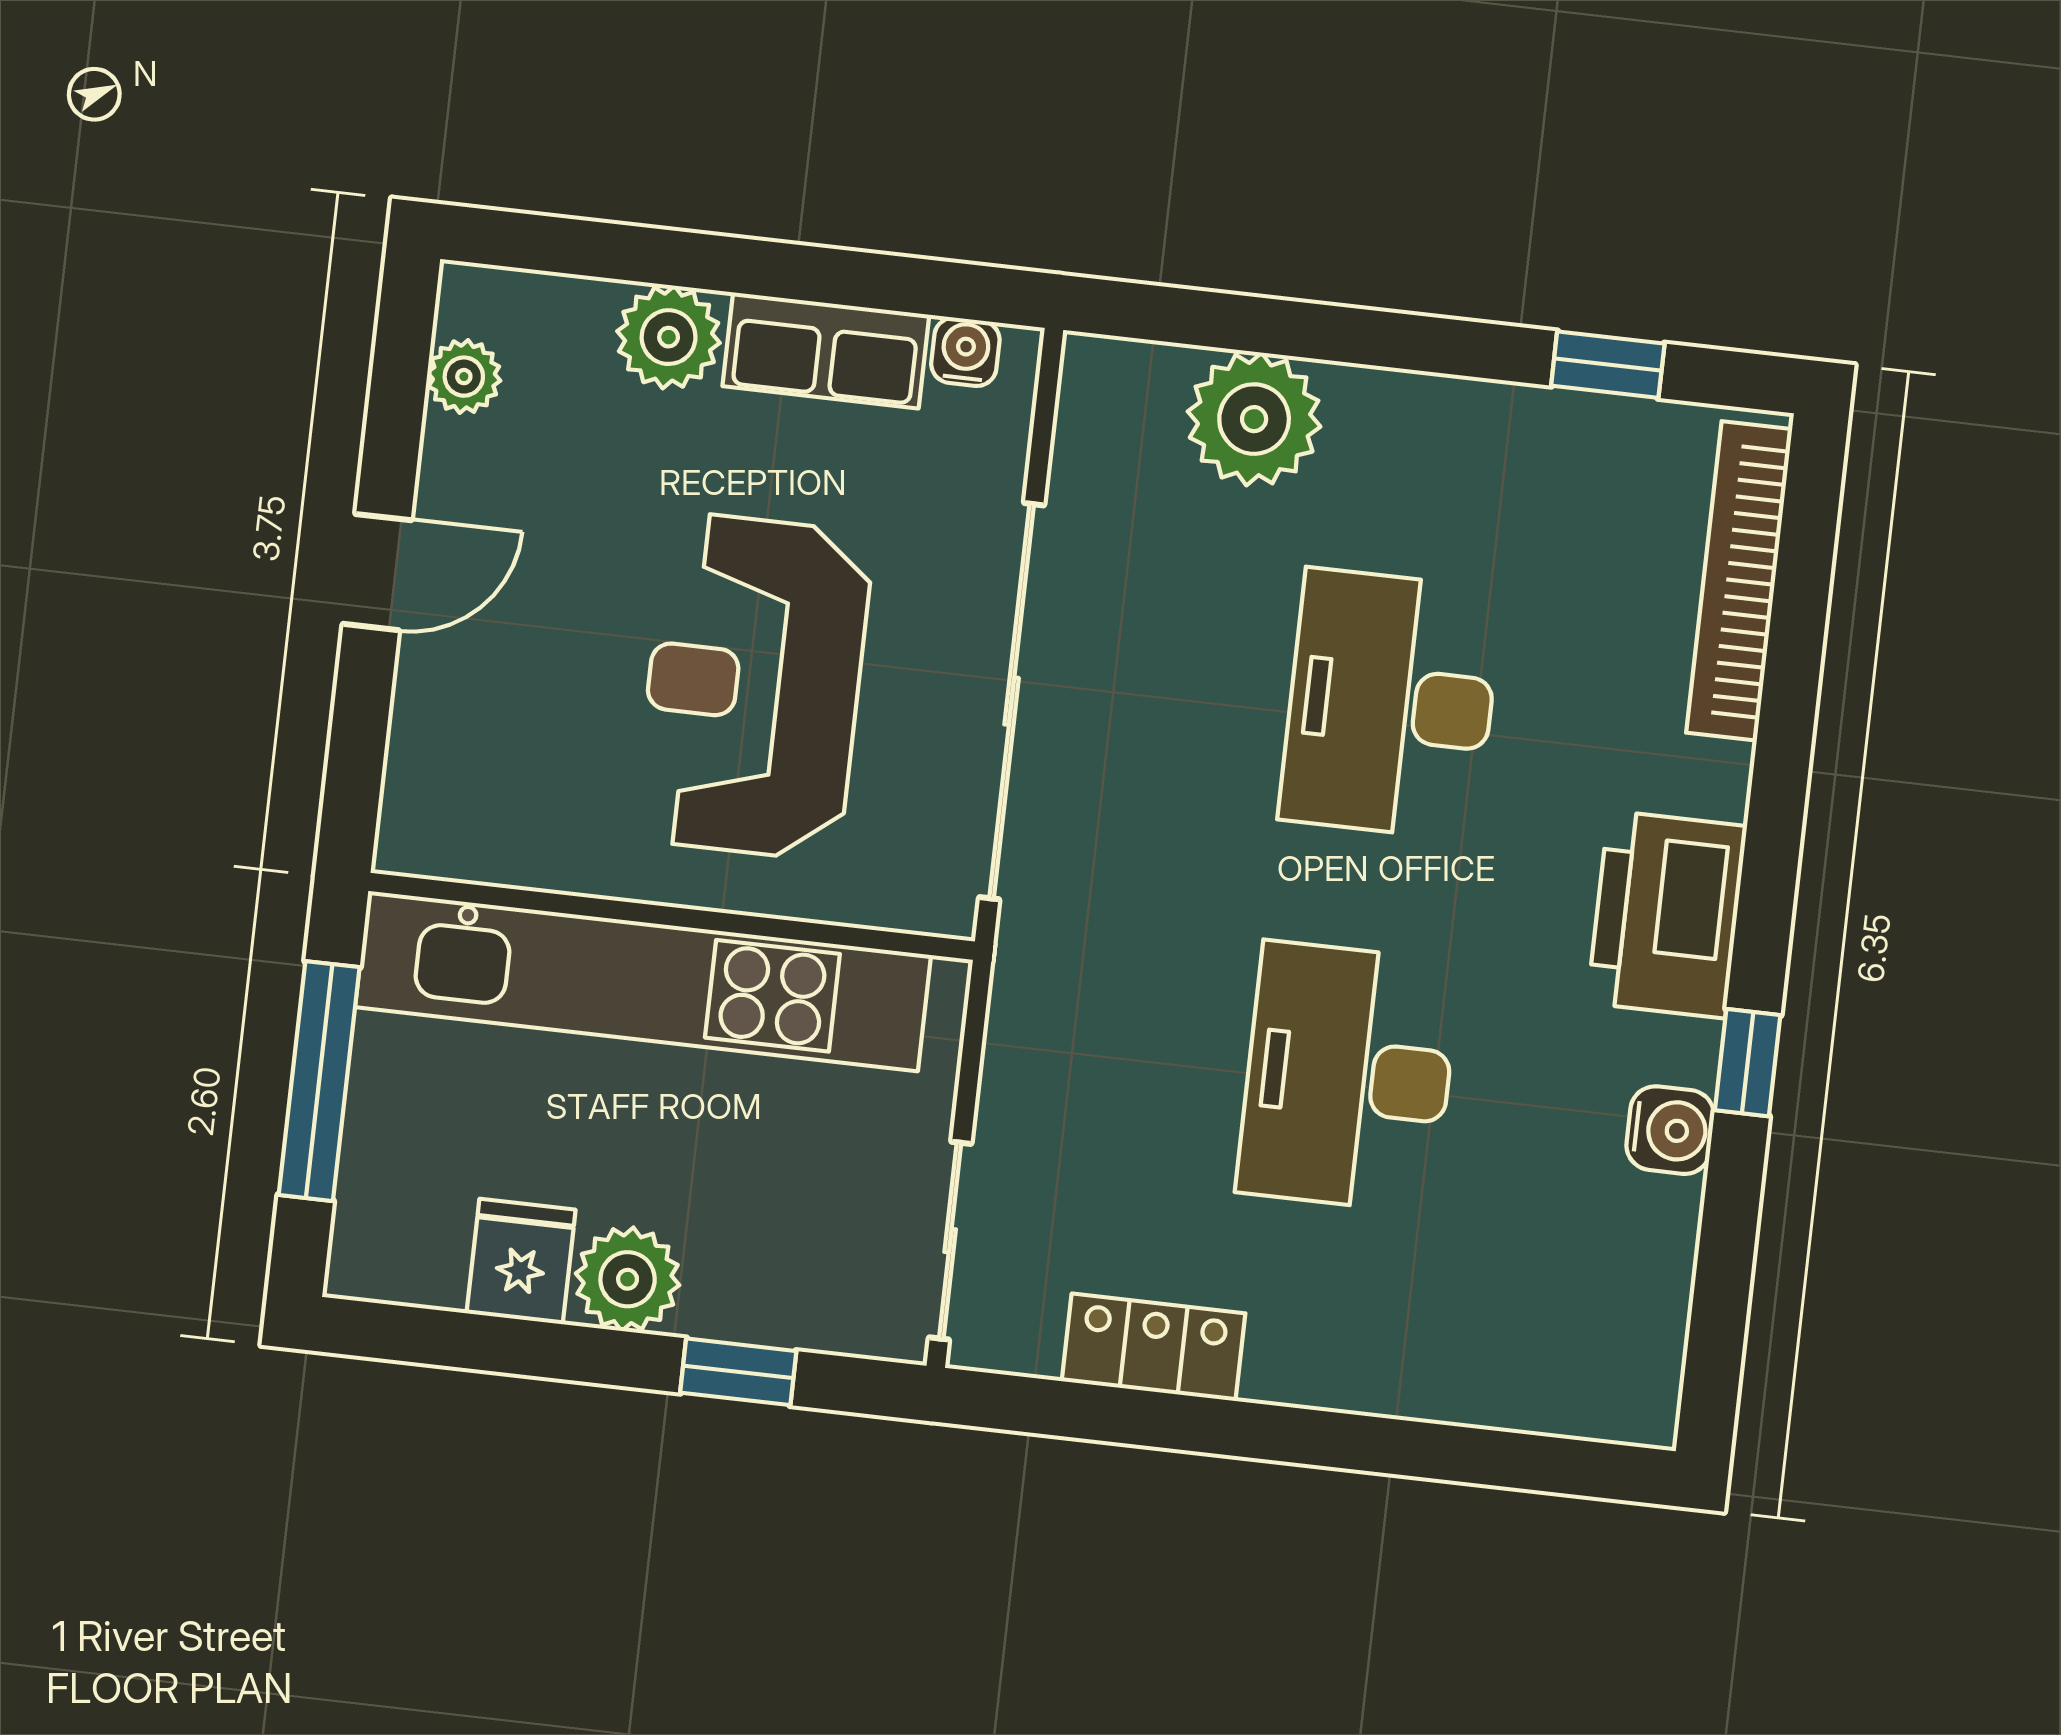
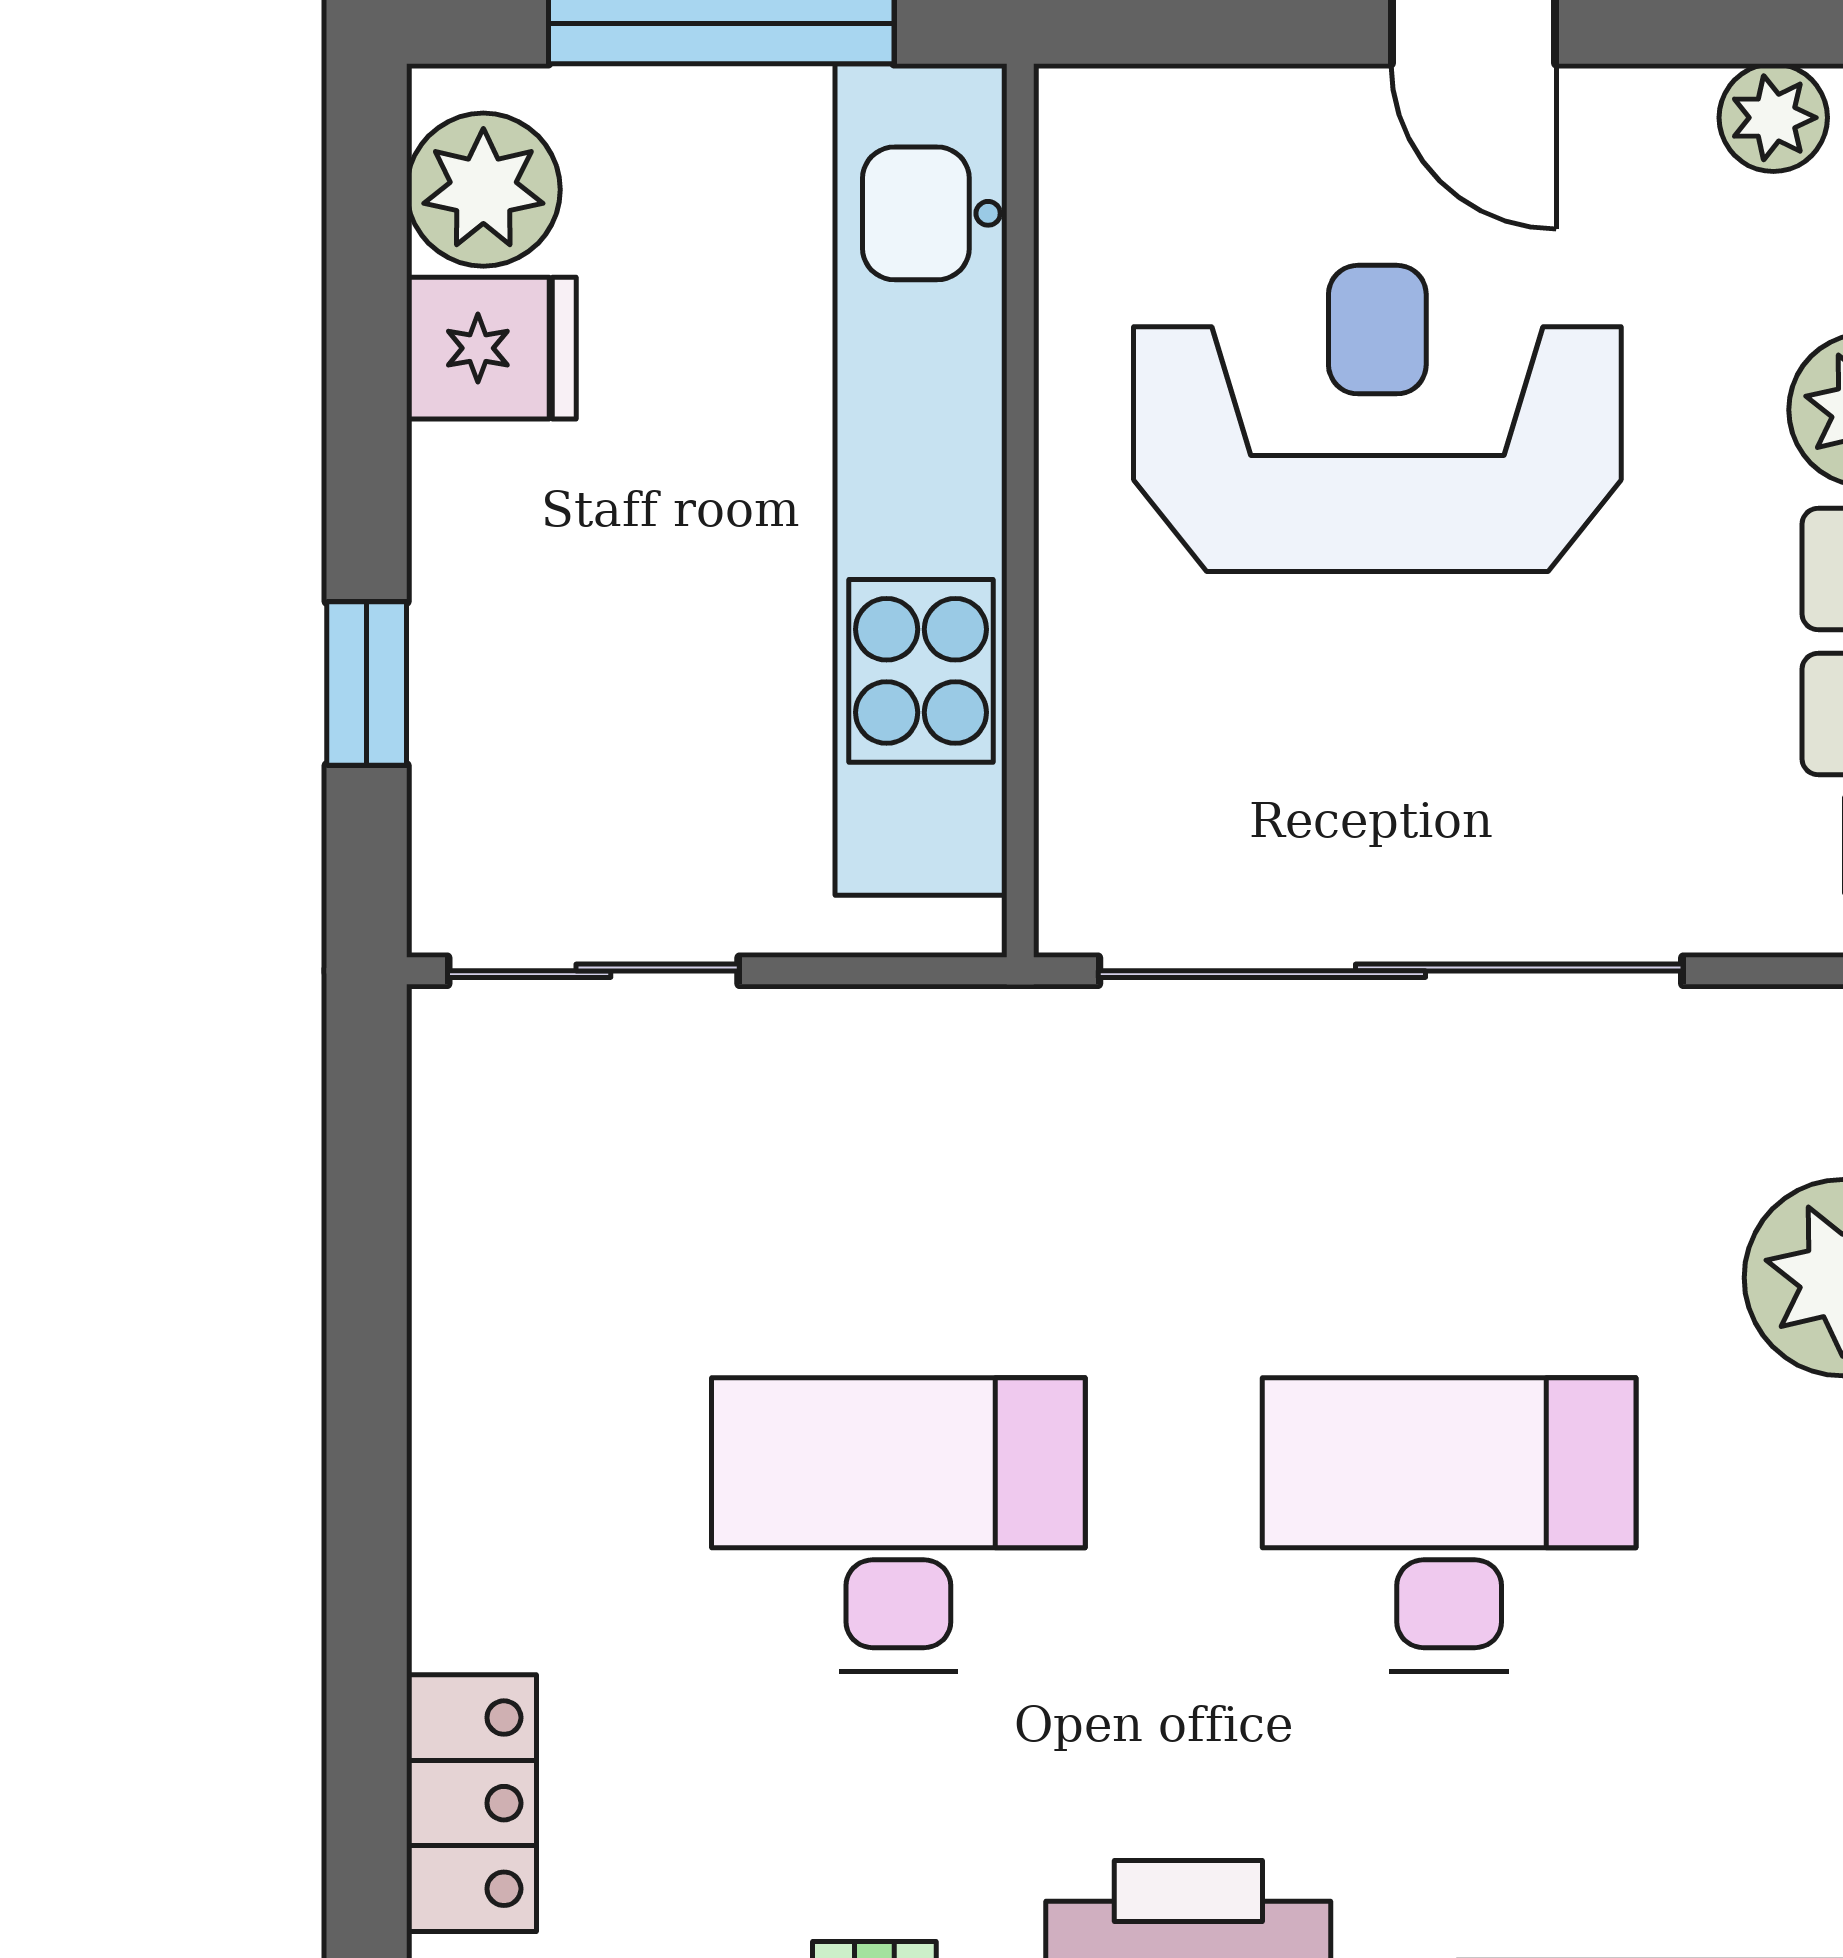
reception desk: (753, 686) -> (1377, 418), moved
plant: (628, 1279) -> (483, 190), moved
locker: (1154, 1347) -> (472, 1803), moved

